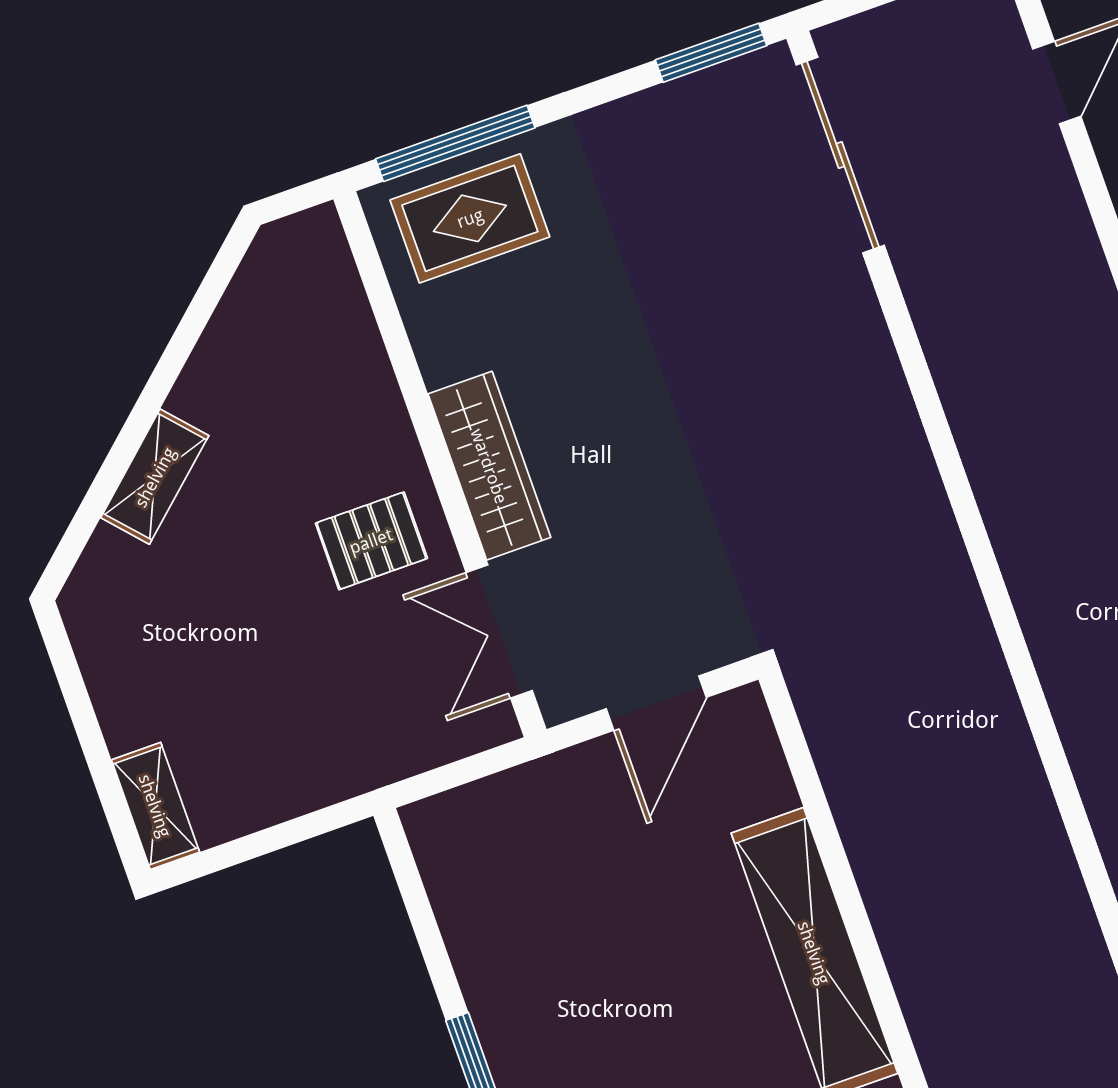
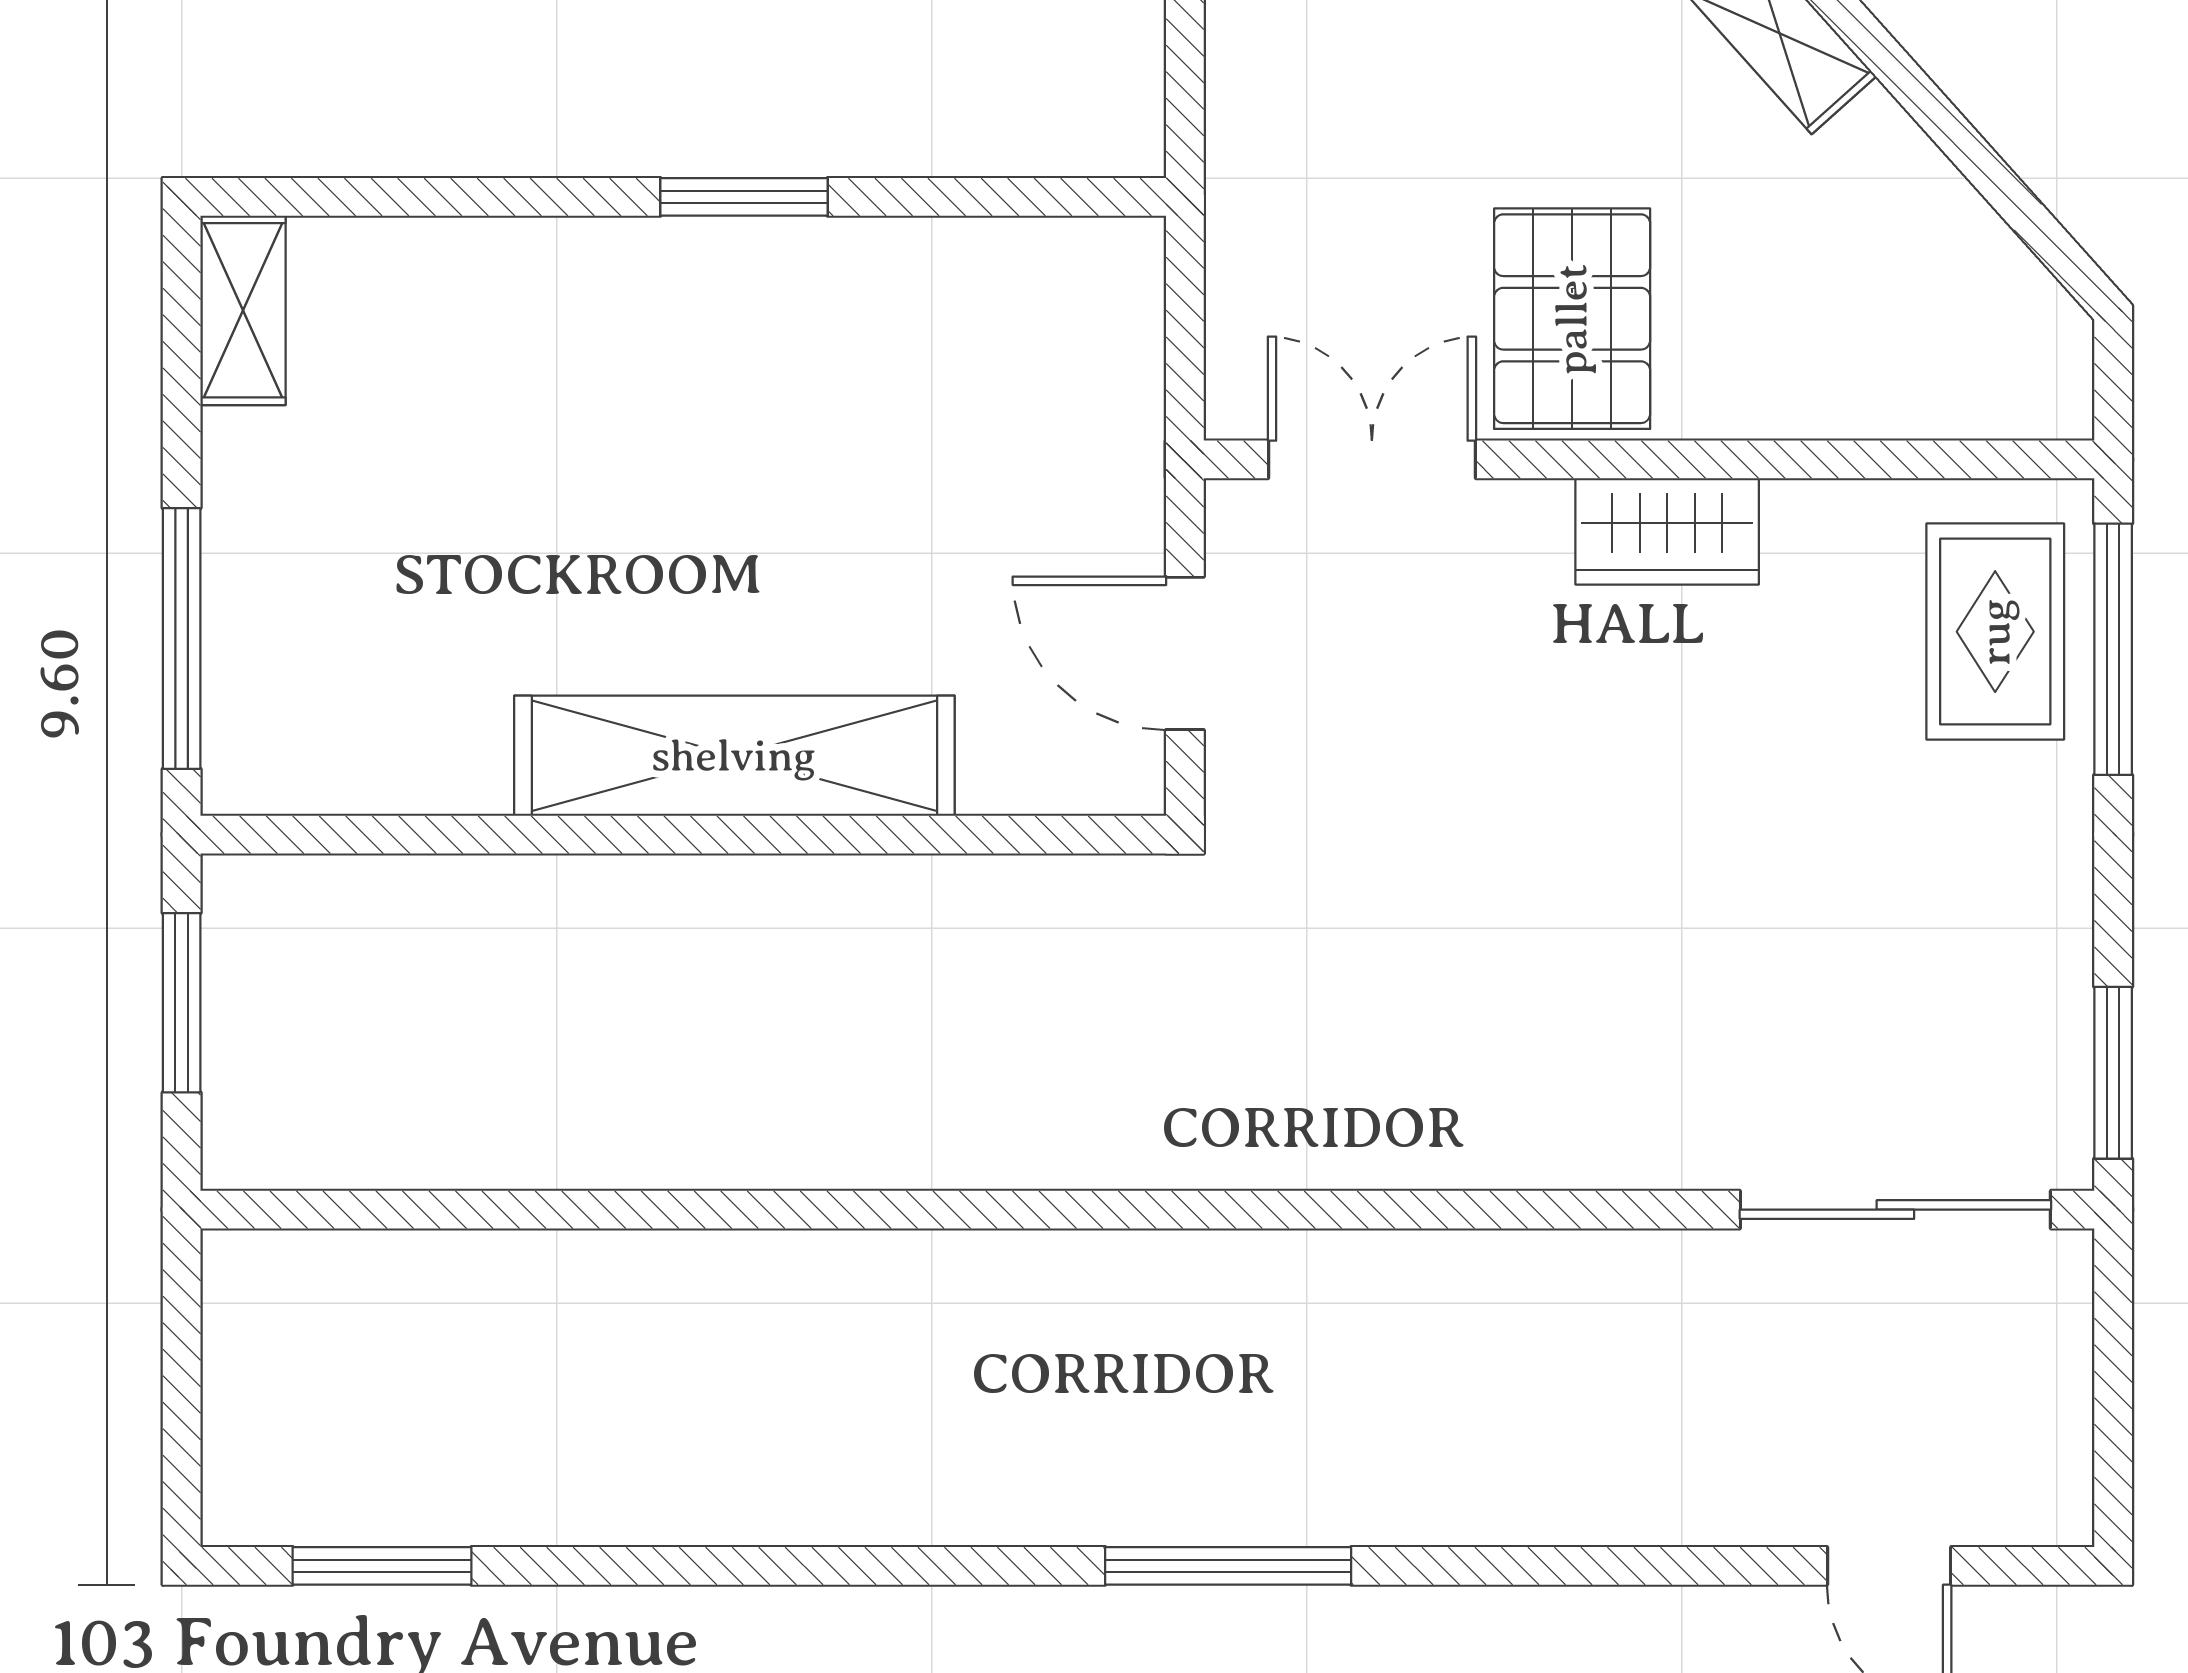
wardrobe: (489, 466) -> (1667, 531), width x0.67
pallet: (371, 541) -> (1572, 319), width x1.50, depth x1.42

